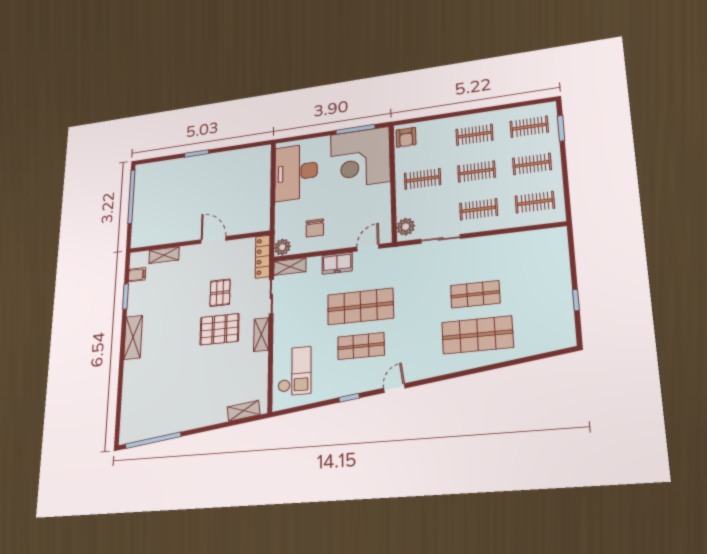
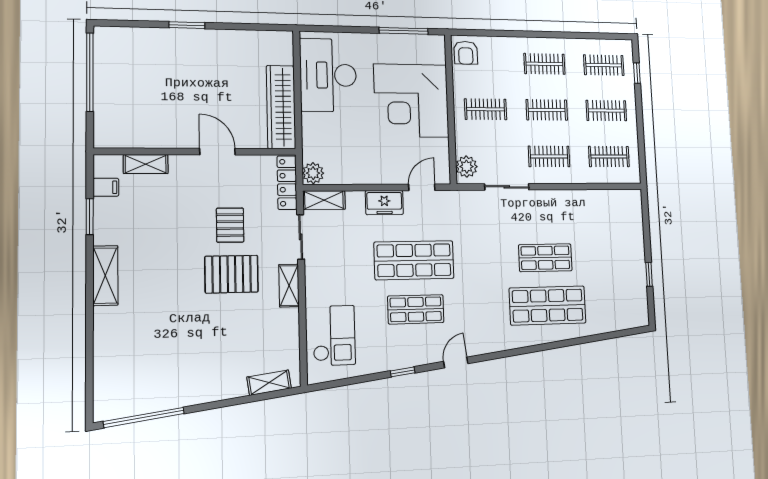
window: (561, 128) -> (637, 73), width x0.67
corner desk: (360, 158) -> (411, 101), moved
wardrobe: (260, 201) -> (281, 107), added
chair: (315, 228) -> (355, 153), removed

